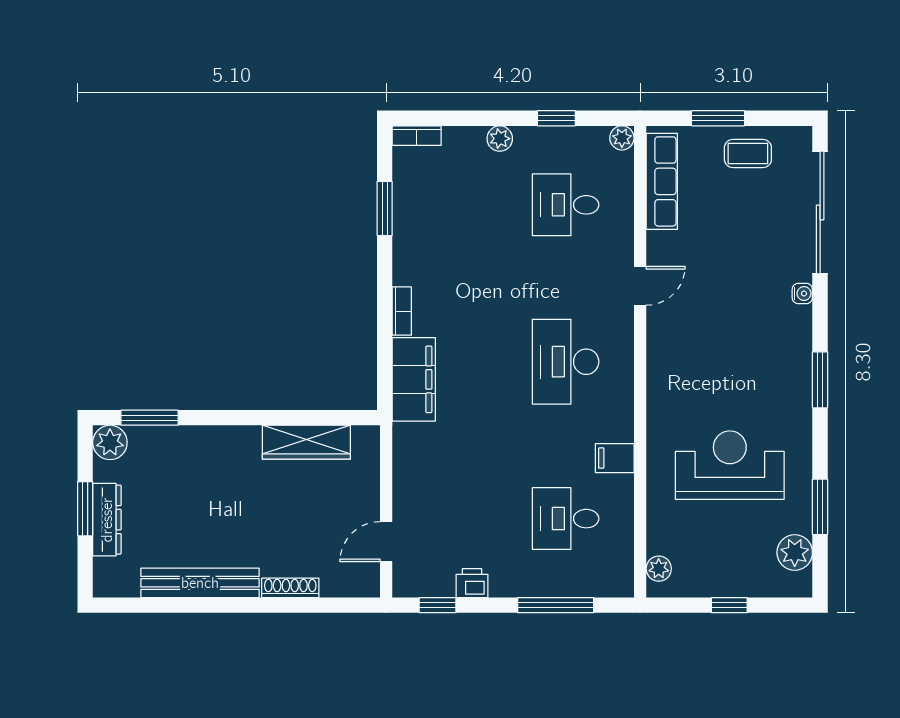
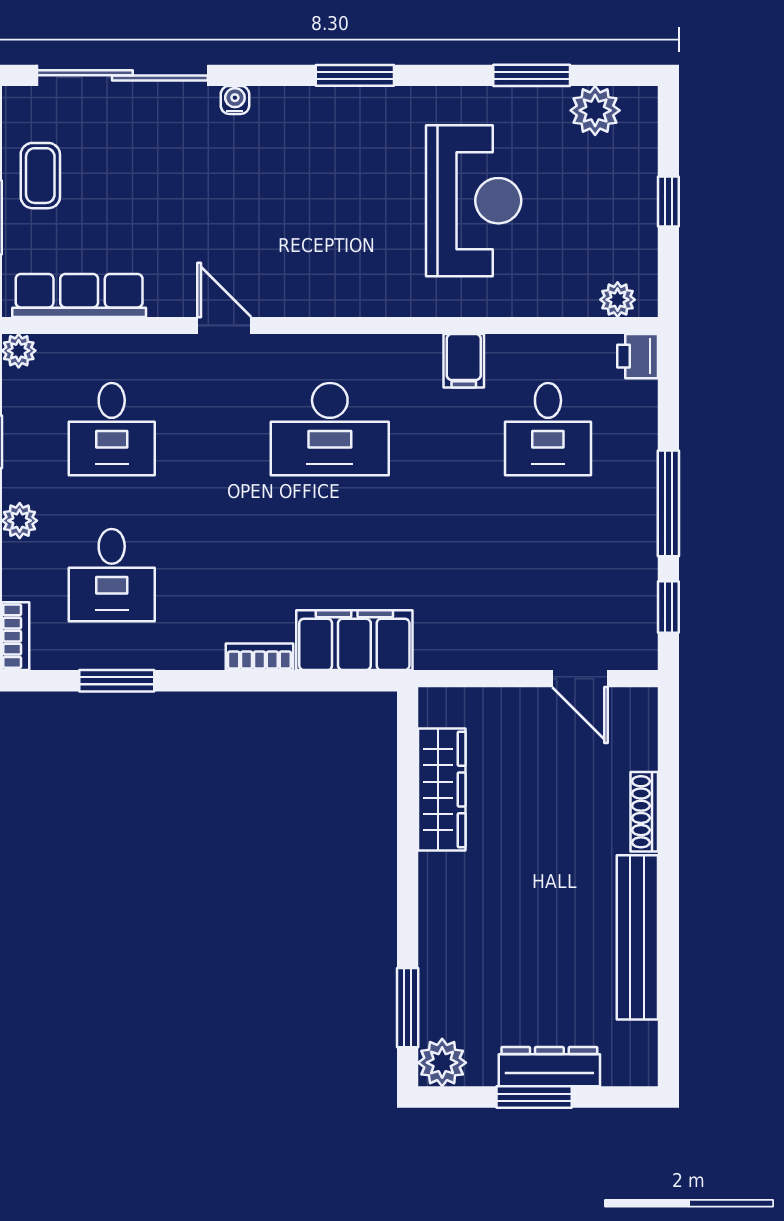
desk: (461, 205) -> (112, 575), added
reception desk: (730, 465) -> (474, 201), turned 180
printer: (472, 583) -> (638, 356), moved
window: (556, 605) -> (668, 503), moved

